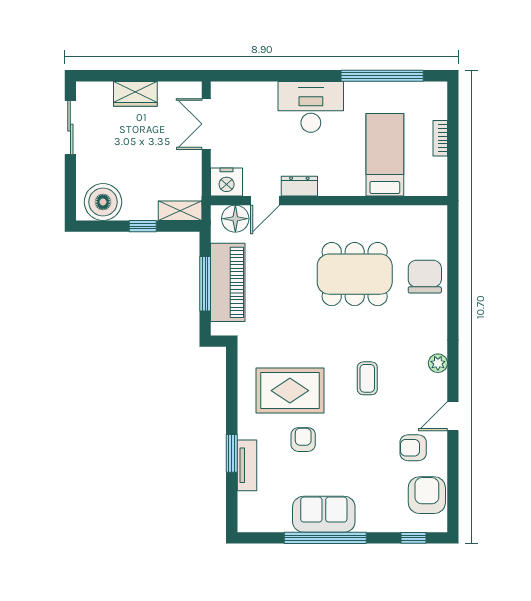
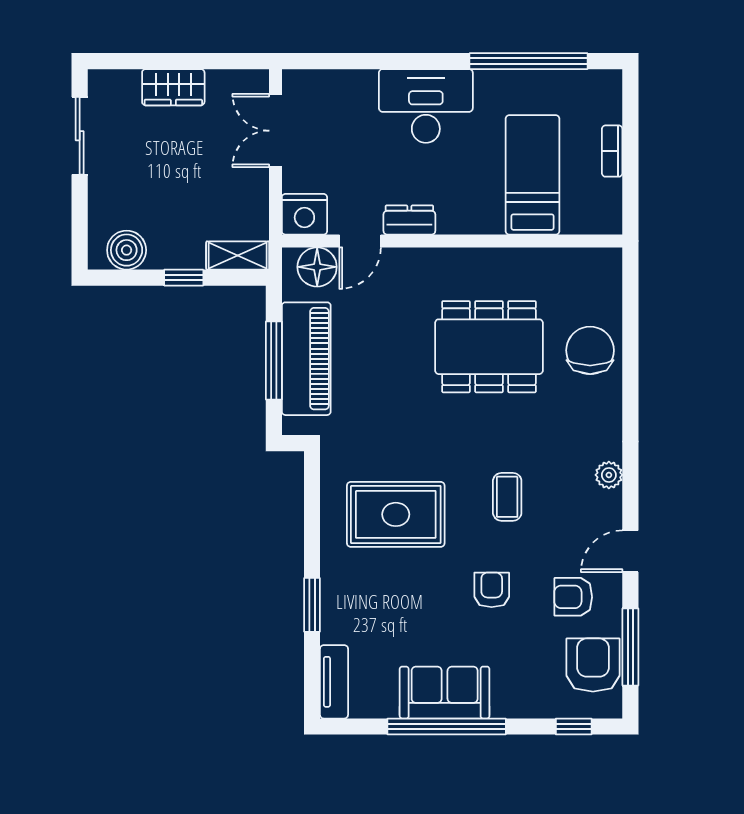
boiler: (103, 202) -> (127, 250), width x0.73, depth x0.73
armchair: (303, 440) -> (492, 590), moved
tv unit: (247, 465) -> (334, 682), moved
window: (453, 483) -> (630, 647), added

